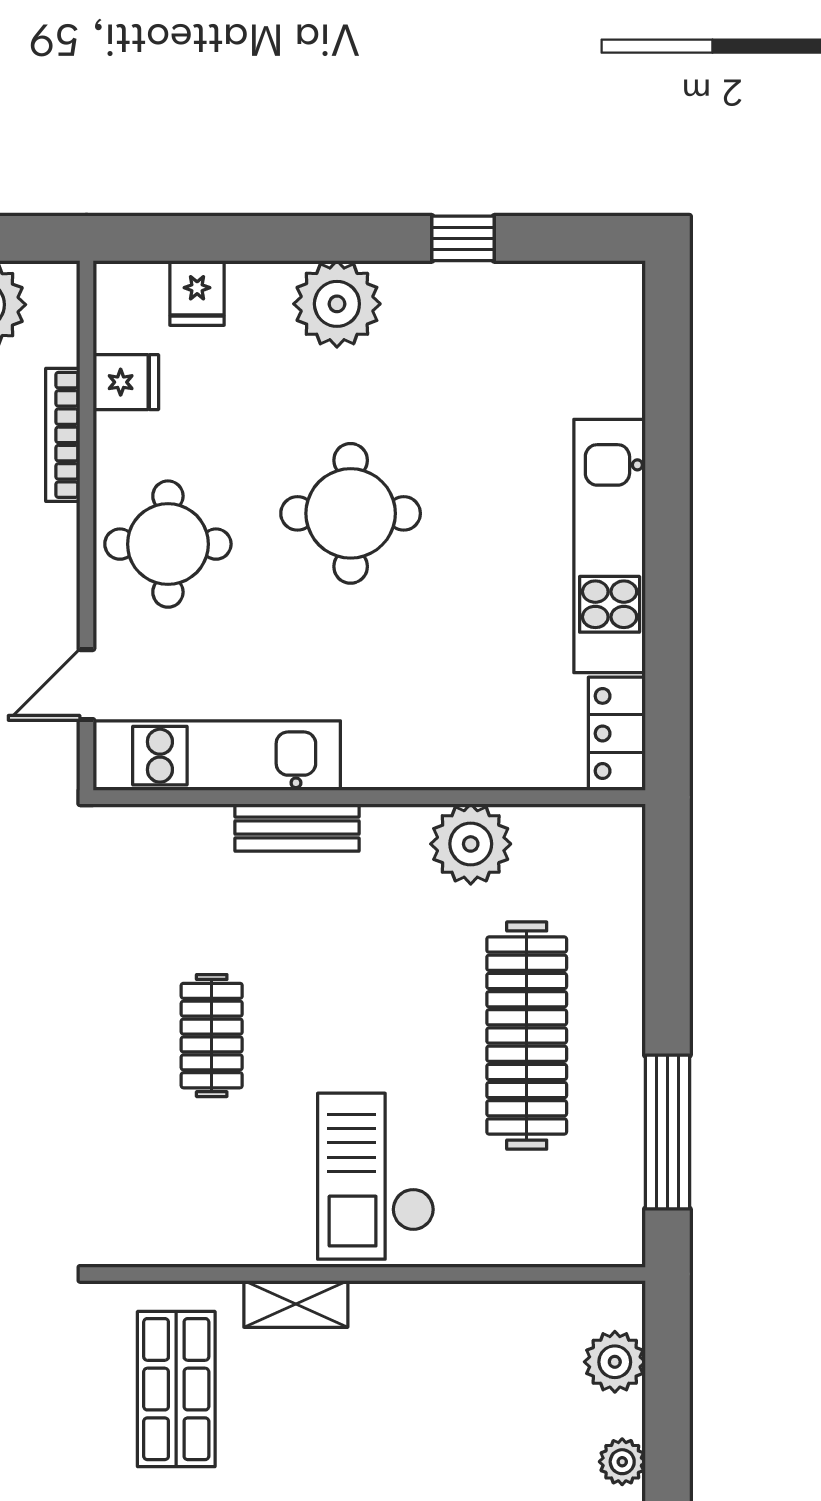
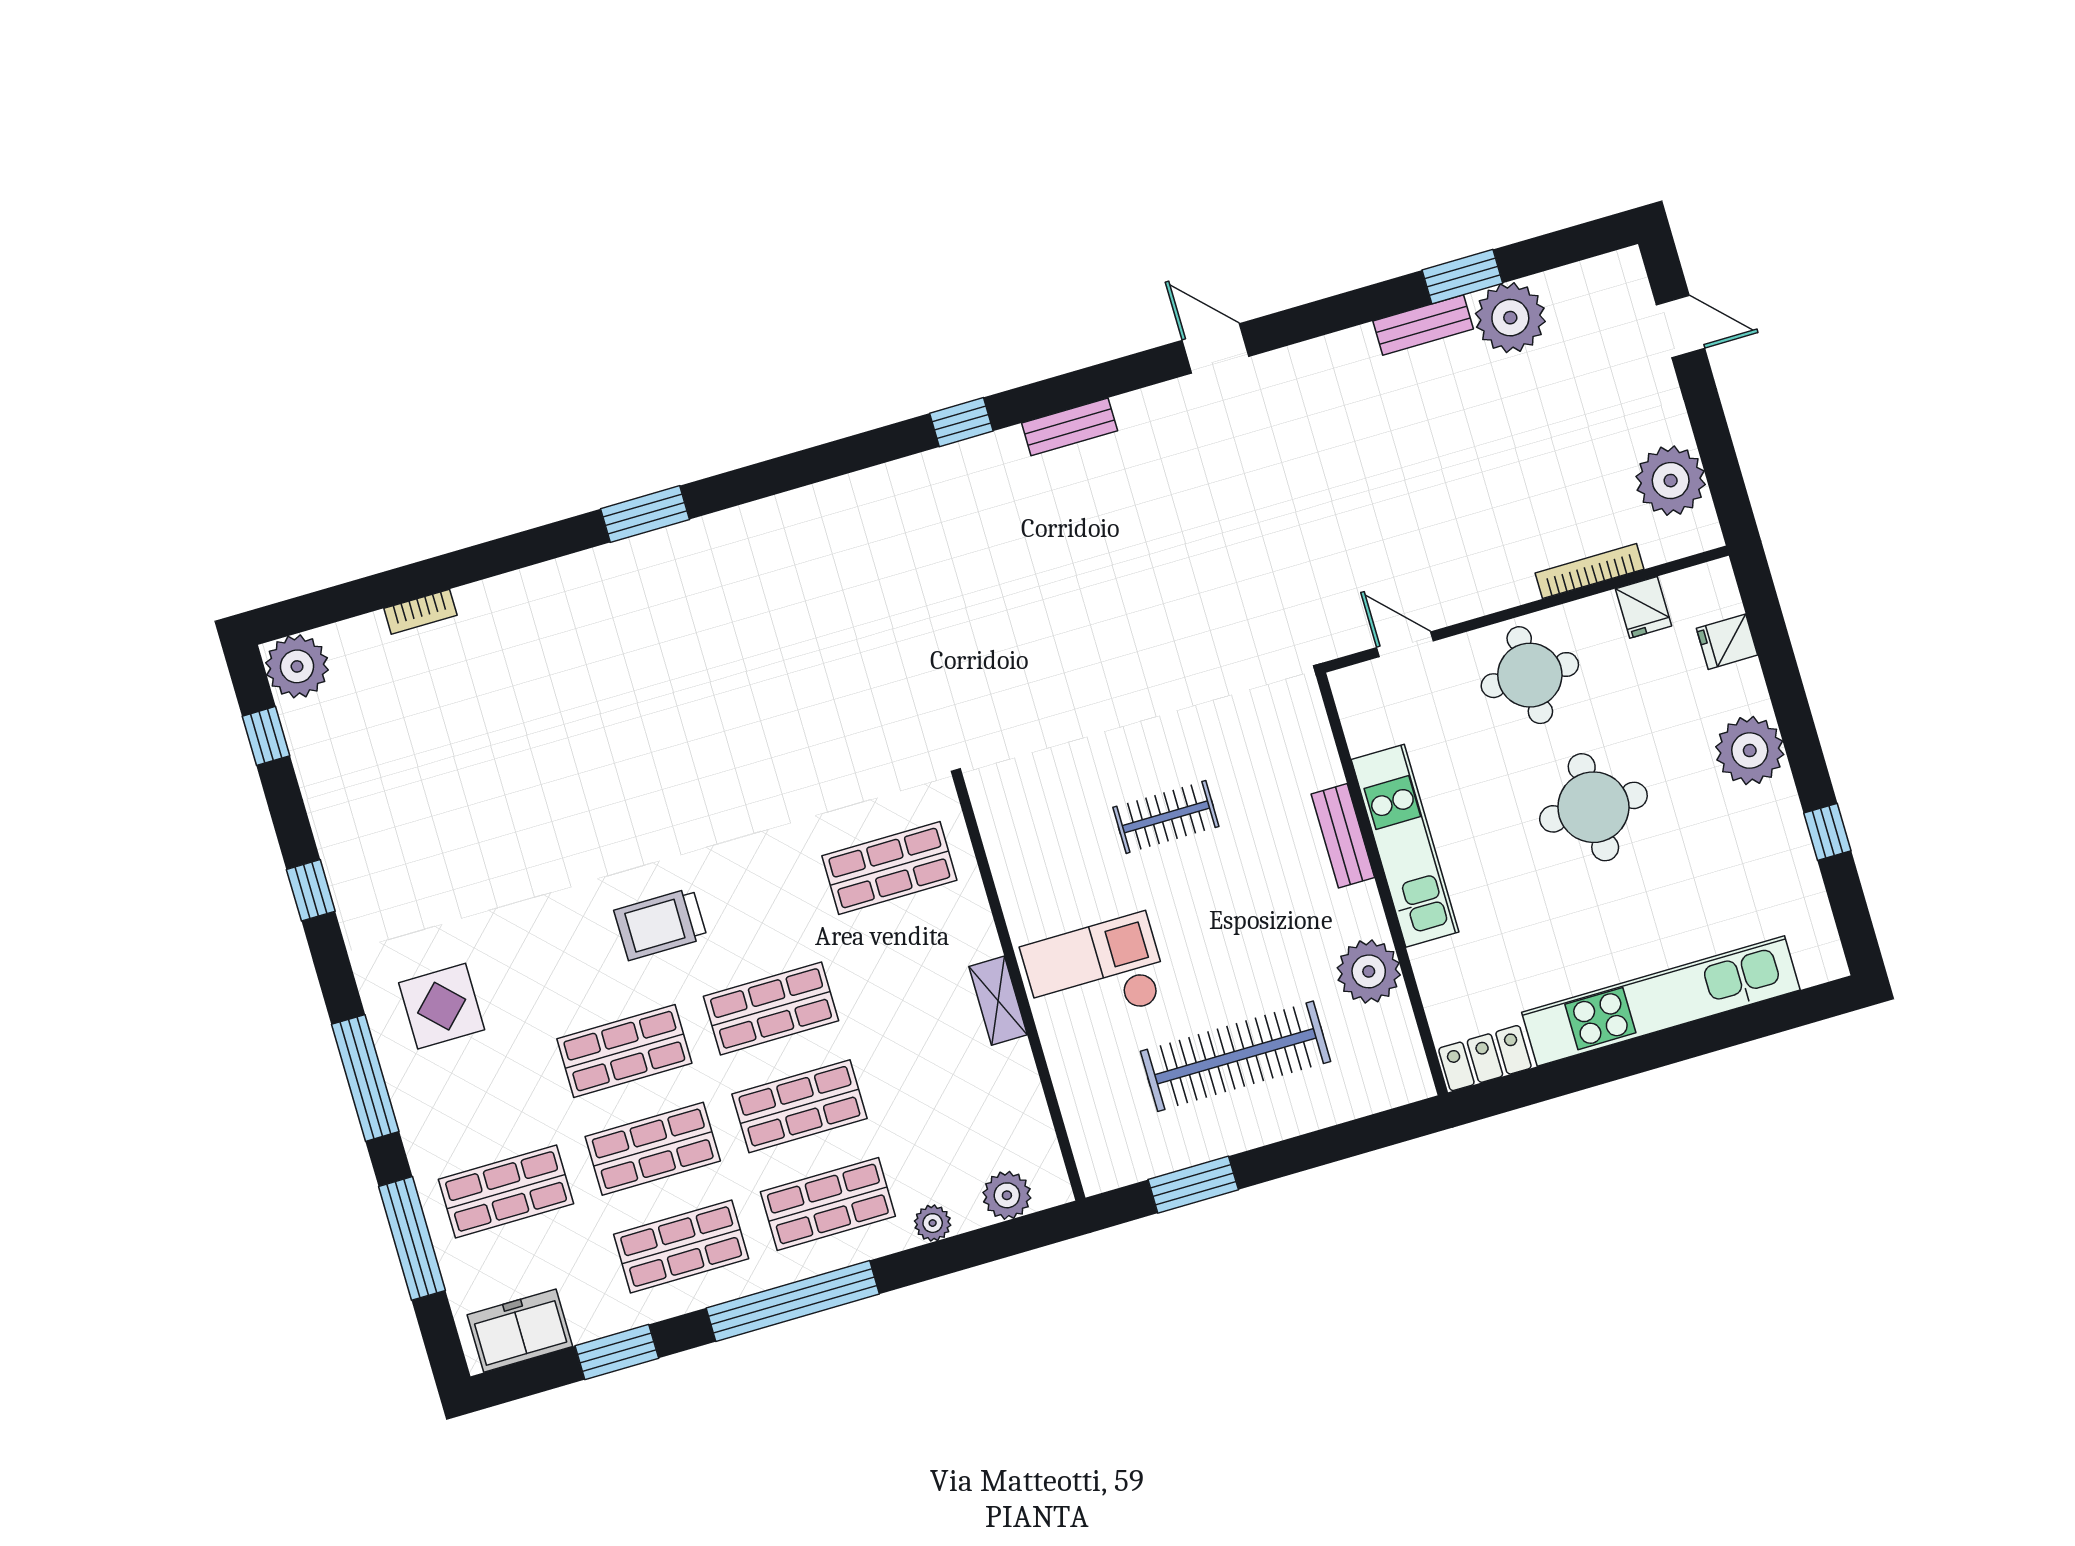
kitchen unit: (610, 546) -> (1661, 1001), width x1.36
kitchen unit: (217, 756) -> (1405, 846), moved
window: (667, 1132) -> (1193, 1185), width x0.69
shelving: (296, 1304) -> (998, 1001), moved

